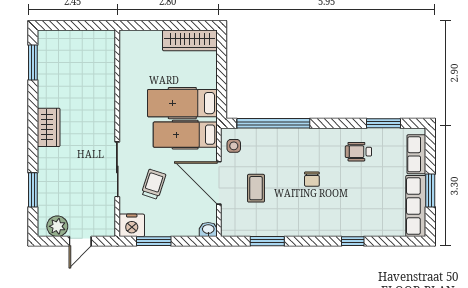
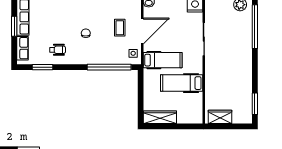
hospital bed: (182, 103) -> (182, 83), moved, turned 180
wardrobe: (49, 127) -> (220, 117), moved, turned 90
door: (219, 183) -> (142, 31), hinge flipped
trolley: (154, 184) -> (182, 30), removed
window: (33, 190) -> (255, 27), width x2.11

